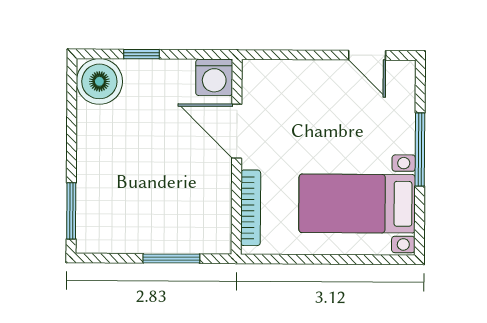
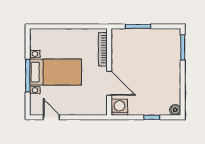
boiler: (99, 81) -> (175, 110), width x0.54, depth x0.54
bed with nightstands: (357, 204) -> (56, 72), moved

